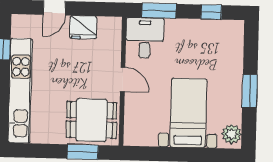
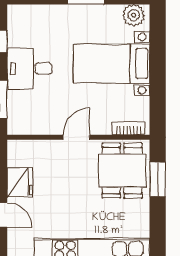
desk: (145, 38) -> (30, 68), moved
bookcase: (129, 127) -> (129, 128), added

